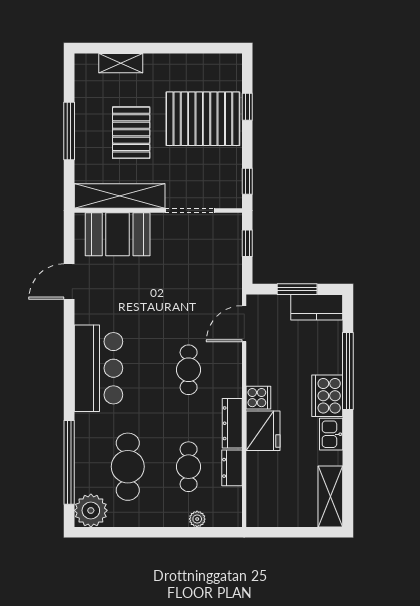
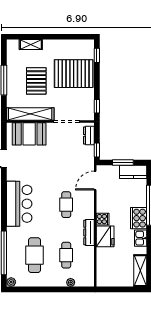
window: (247, 107) -> (97, 55), moved
window: (247, 243) -> (97, 150), moved
dresser: (232, 468) -> (89, 135), moved
plant: (91, 510) -> (11, 282), width x0.53, depth x0.53

